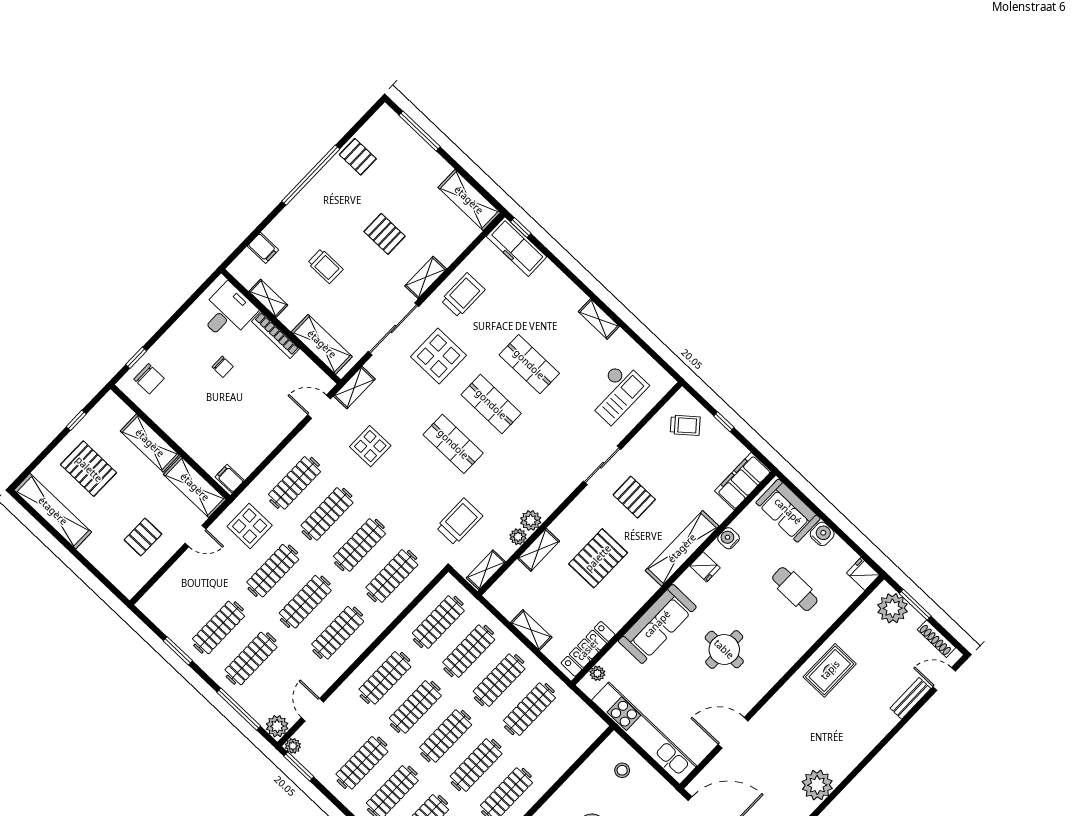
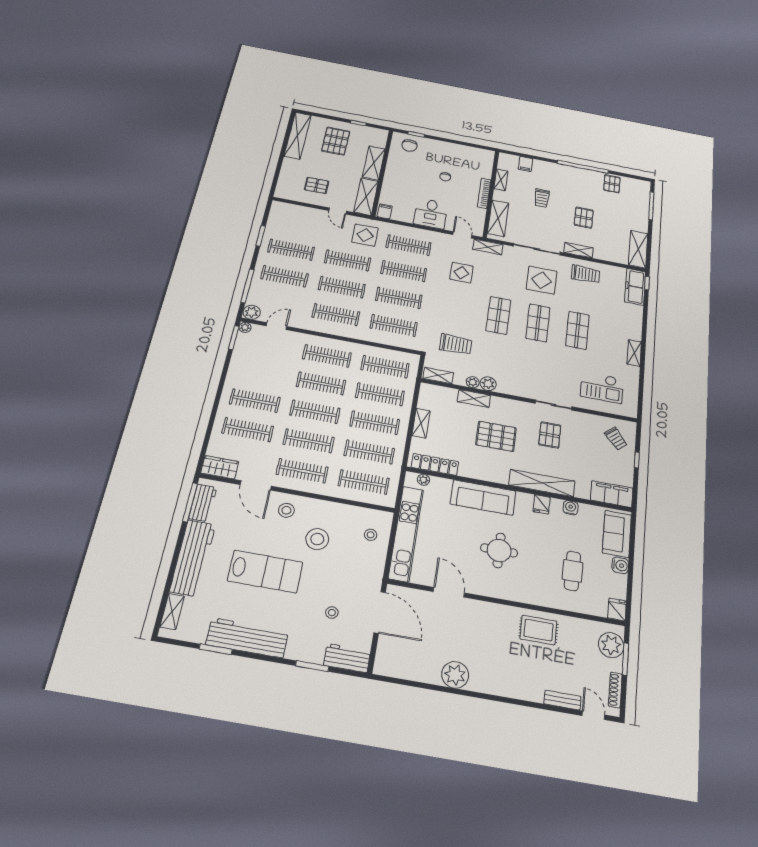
desk: (227, 312) -> (431, 213), moved, turned 90
clothes rail: (362, 763) -> (364, 482), moved

